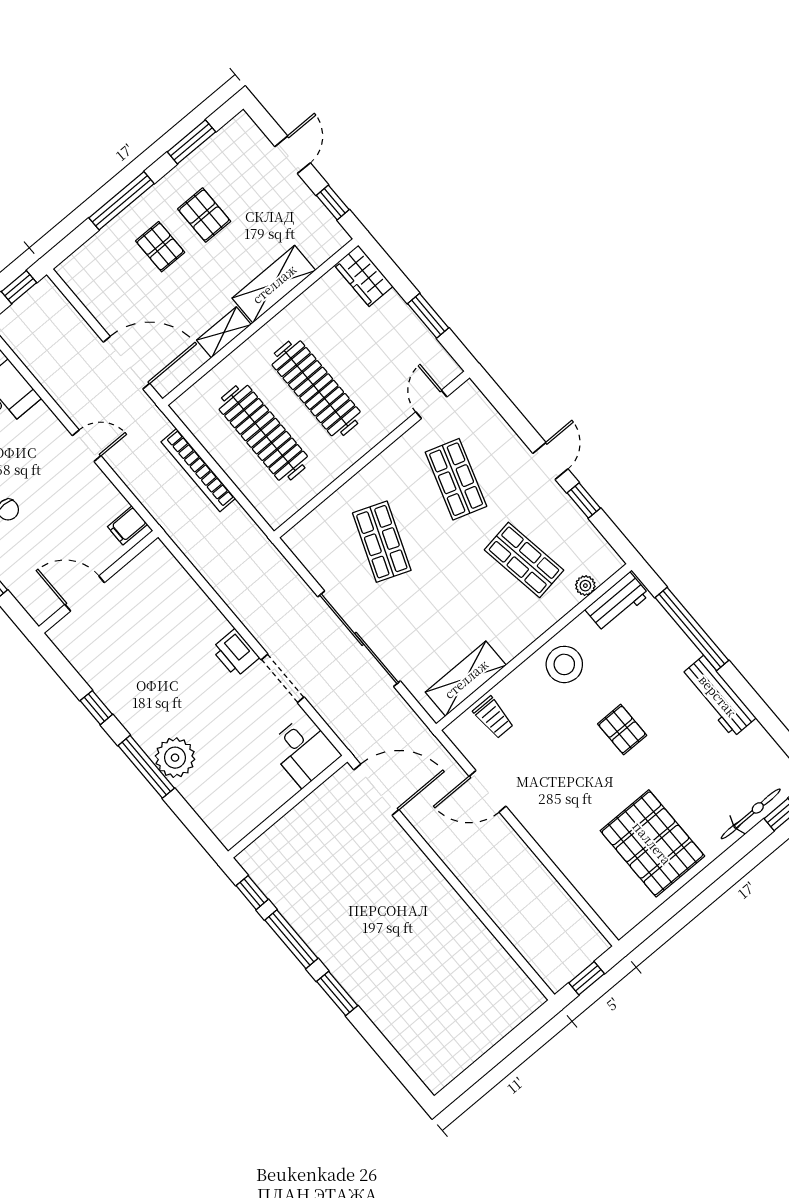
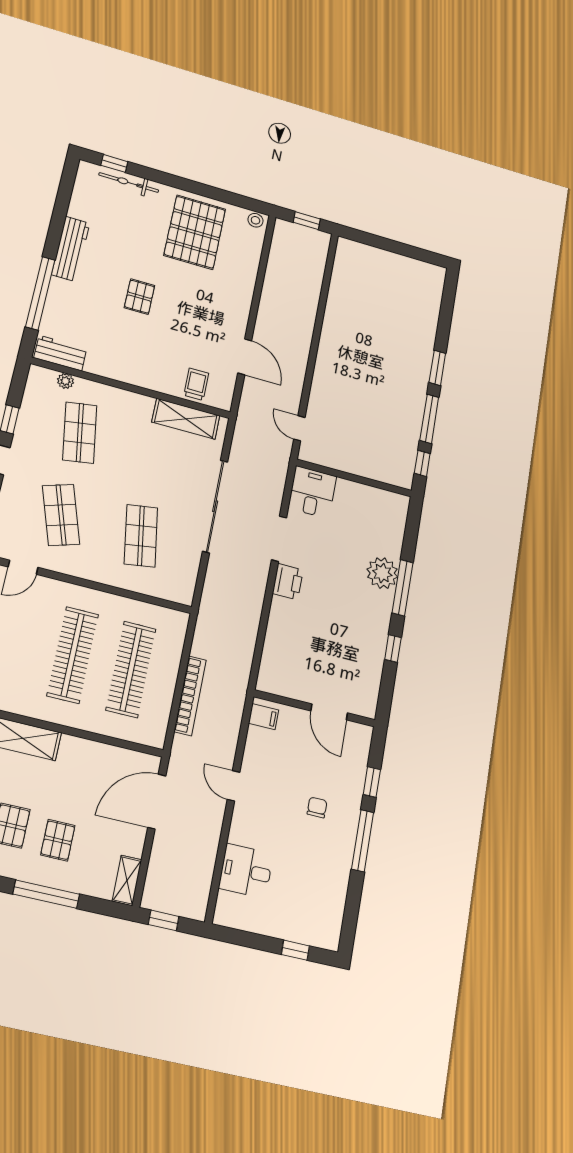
shelving: (224, 332) -> (127, 880), moved, turned 90
door: (127, 363) -> (157, 802), hinge flipped
shop shelf: (456, 479) -> (61, 515), turned -36
shop shelf: (382, 542) -> (141, 536), turned -30
stool: (564, 664) -> (255, 220), moved, width x0.53, depth x0.53
door: (376, 790) -> (299, 428), width x0.53

